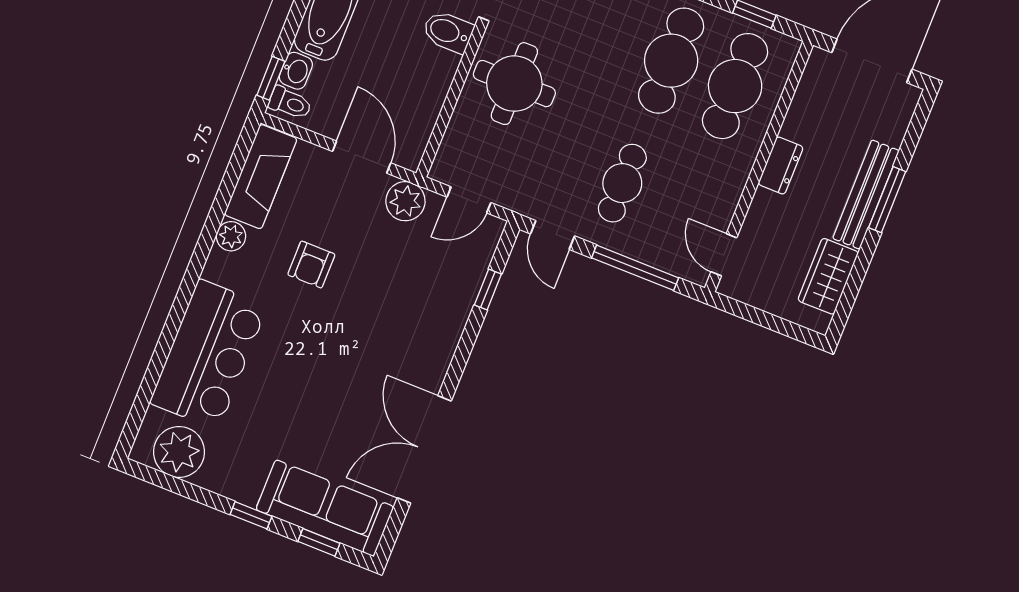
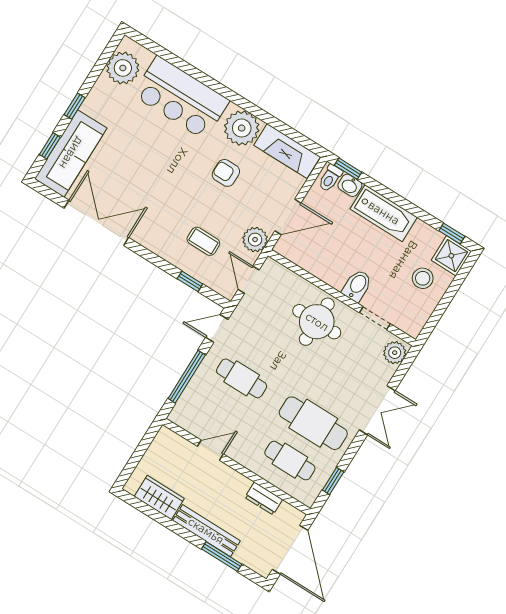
cafe table: (735, 86) -> (290, 461), width x0.73, depth x0.74
dresser: (781, 165) -> (264, 498), moved
window: (887, 200) -> (222, 557), moved
plant: (231, 236) -> (242, 128), width x1.88, depth x1.88
door: (724, 255) -> (210, 450), moved
coffee table: (423, 280) -> (203, 241), added

